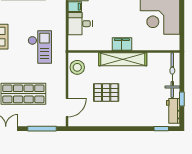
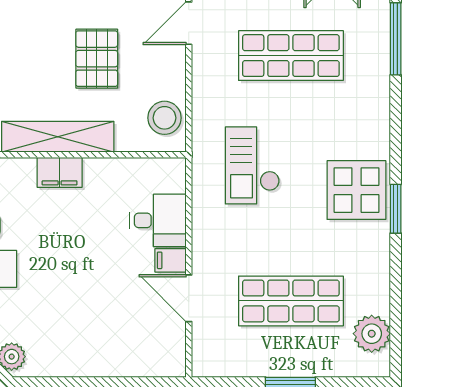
pallet: (106, 93) -> (97, 59), turned 90

